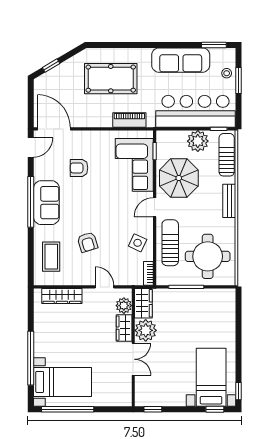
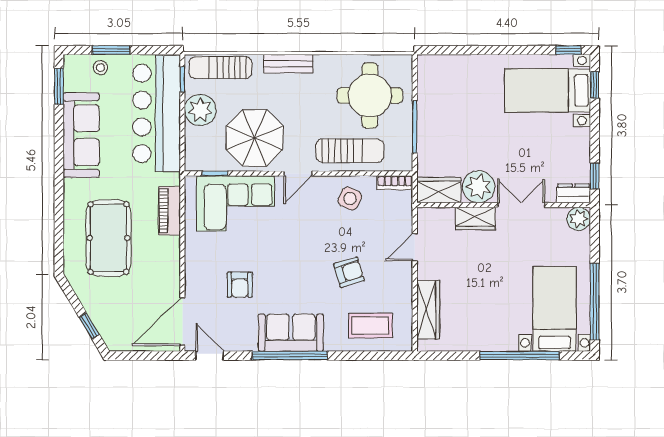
door: (155, 207) -> (298, 174), hinge flipped
sun lounger: (170, 243) -> (350, 151), turned 180
plant: (124, 306) -> (579, 219), moved
dresser: (141, 395) -> (574, 193), added

